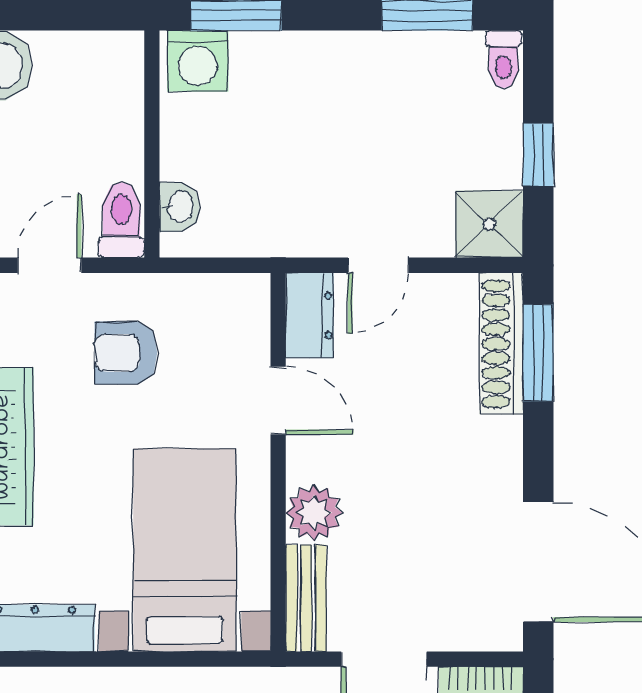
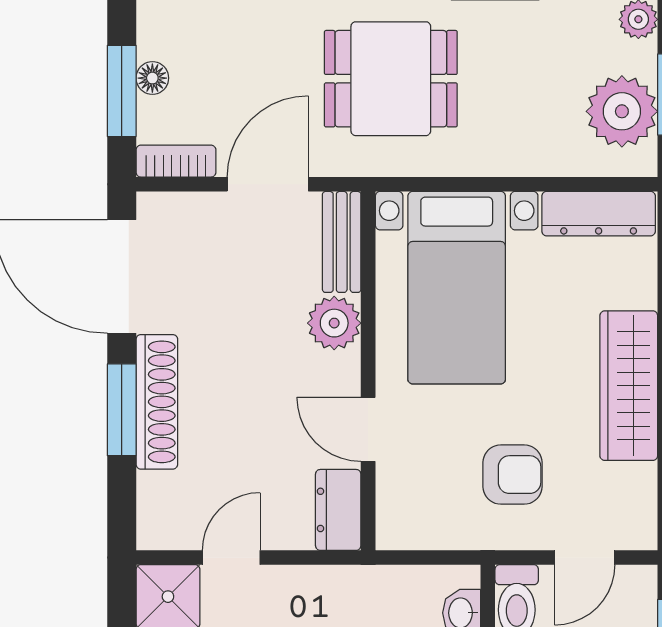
door: (378, 265) -> (231, 558), moved
shoe rack: (501, 344) -> (157, 402), moved
window: (538, 353) -> (122, 410), moved

